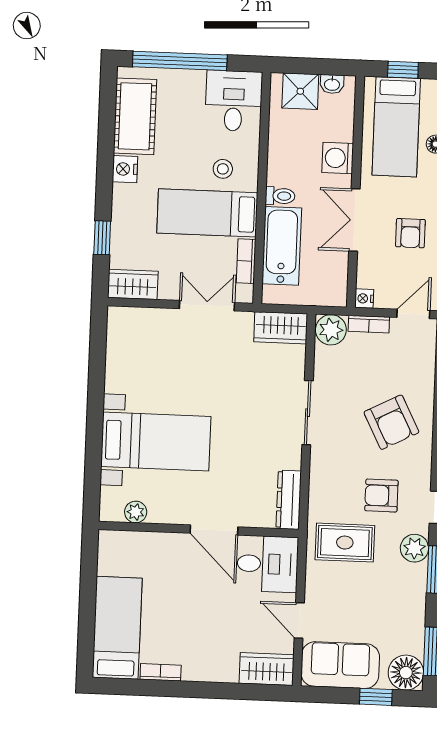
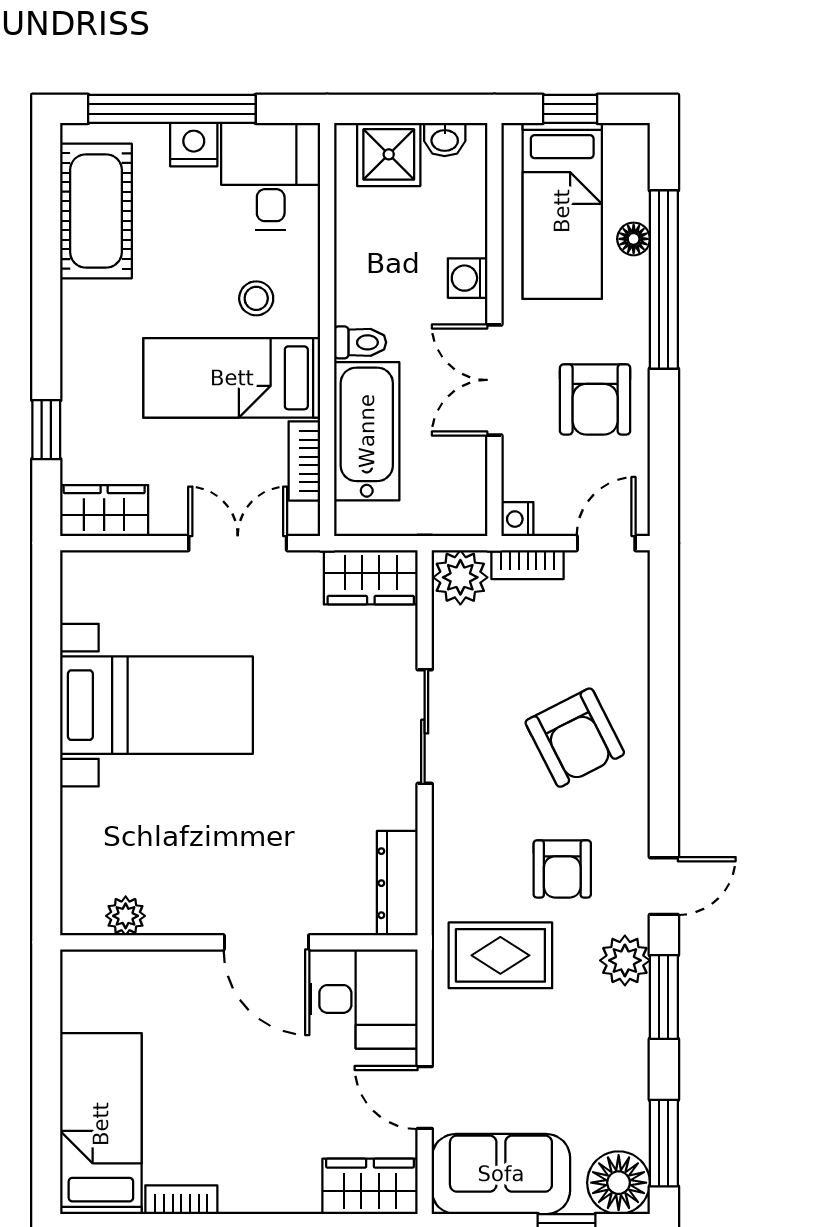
washing machine: (338, 158) -> (468, 278), width x0.73, depth x0.73
nightstand: (125, 169) -> (194, 145), moved, turned 90
armchair: (410, 233) -> (595, 399), width x1.38, depth x1.38
bed with nightstands: (156, 441) -> (156, 705), moved
armchair: (381, 496) -> (562, 869), turned -90

